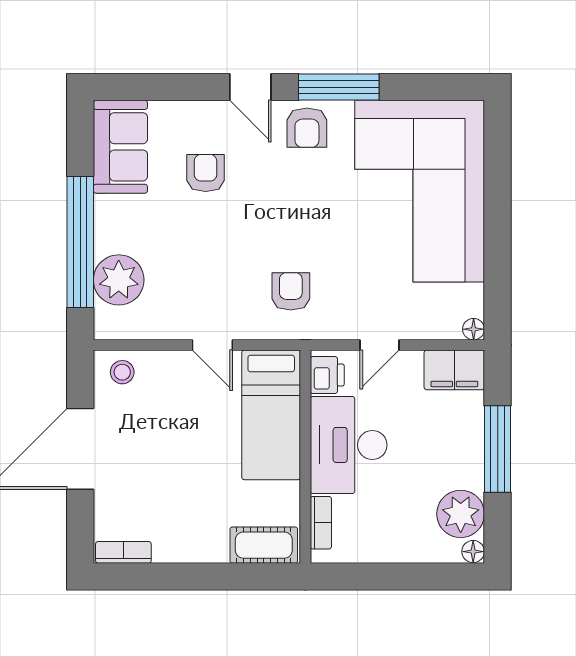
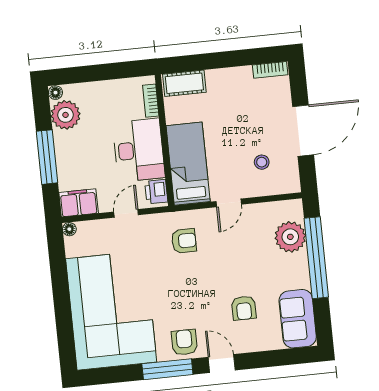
armchair: (291, 291) -> (184, 241), turned -90
door: (212, 345) -> (229, 203), swing flipped
stool: (122, 372) -> (262, 162), moved

